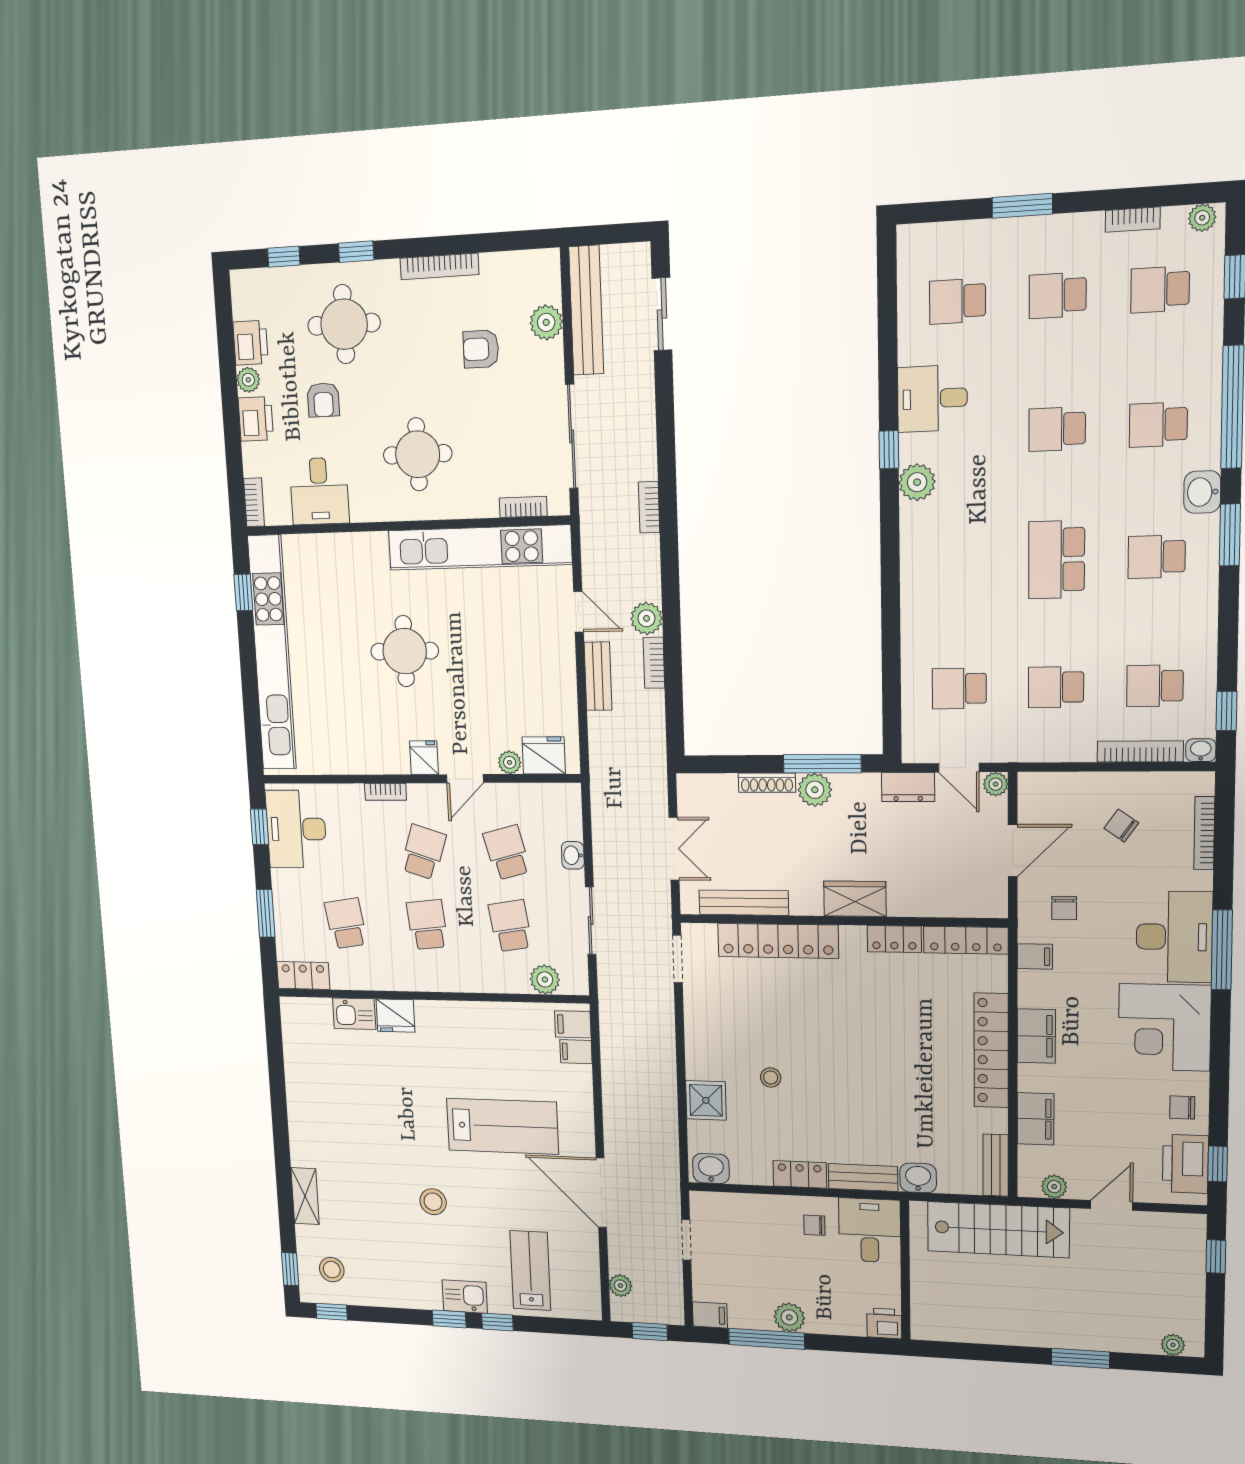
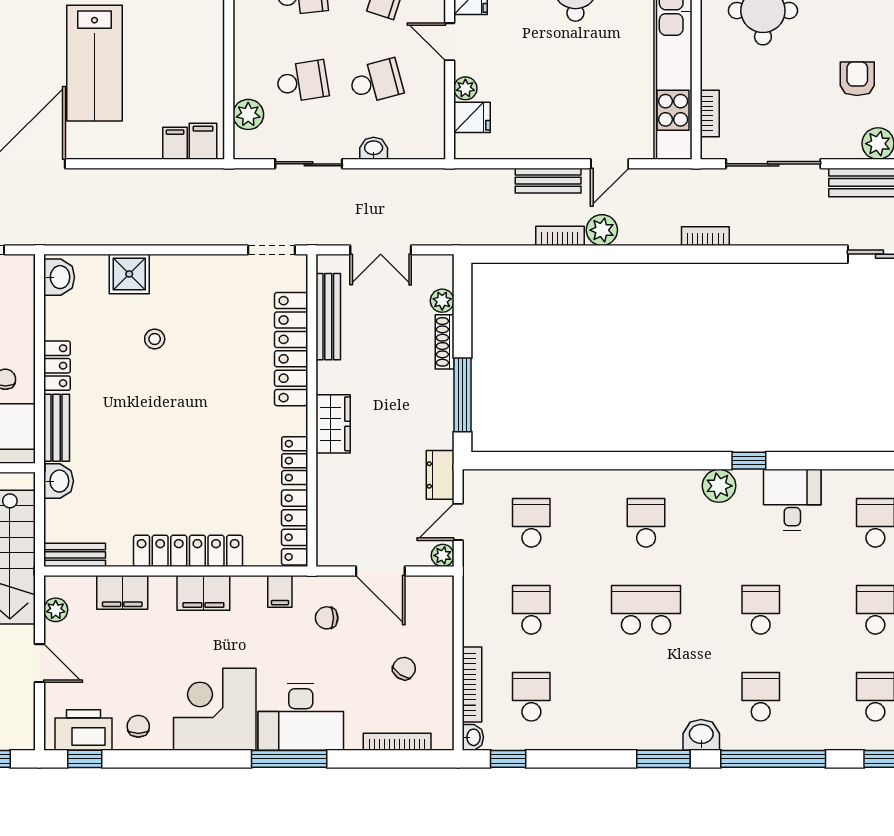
school desk: (1157, 557) -> (646, 523), moved
fridge: (544, 755) -> (472, 117), width x0.72
plant: (815, 790) -> (442, 301), moved, width x0.73, depth x0.73

